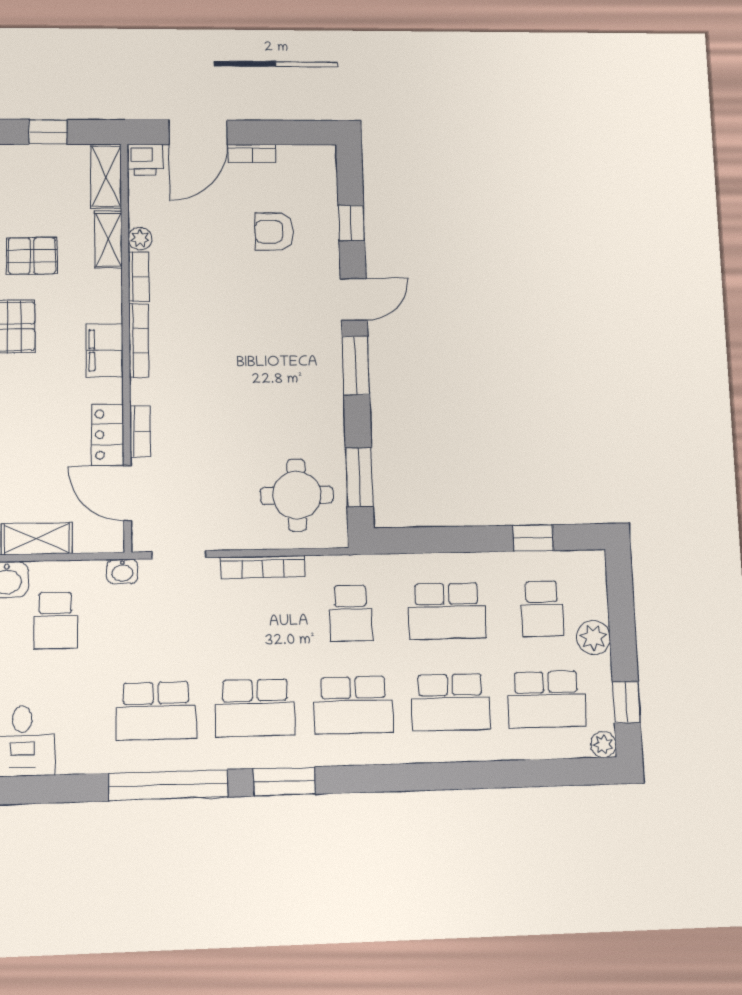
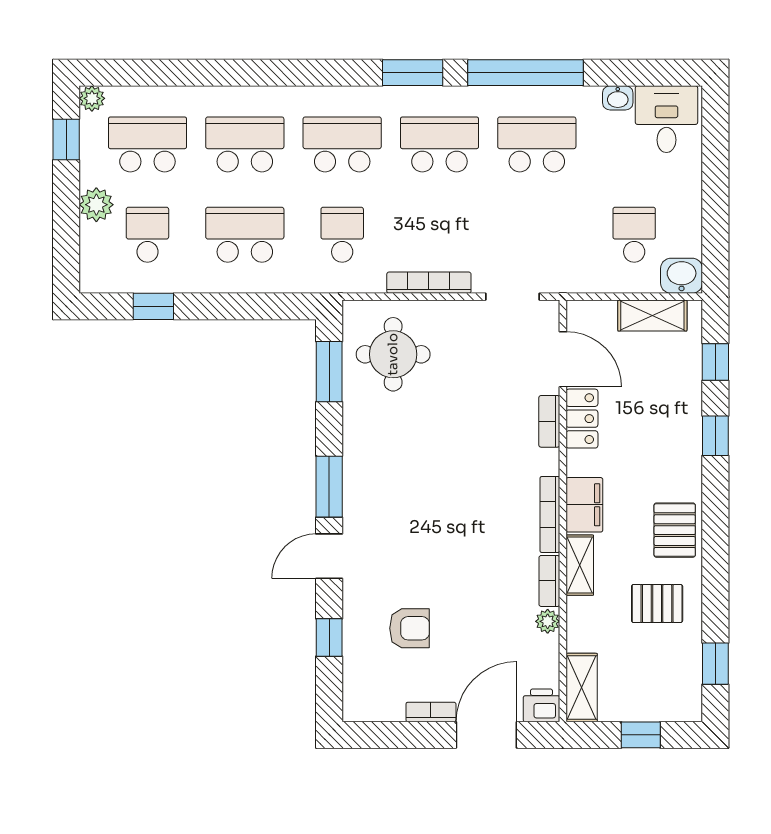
shelving: (108, 240) -> (580, 565), moved
washbasin: (122, 571) -> (618, 98), moved, turned 180

